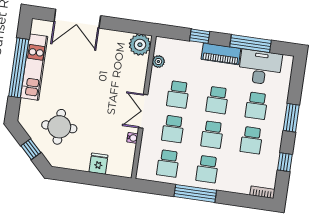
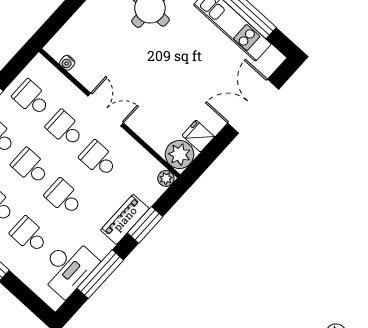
window: (200, 36) -> (145, 225), width x1.50
piano: (221, 54) -> (125, 219), moved
plant: (158, 62) -> (166, 178), moved
water cooler: (132, 138) -> (67, 63), moved
fridge: (98, 164) -> (198, 136), moved, turned 180

